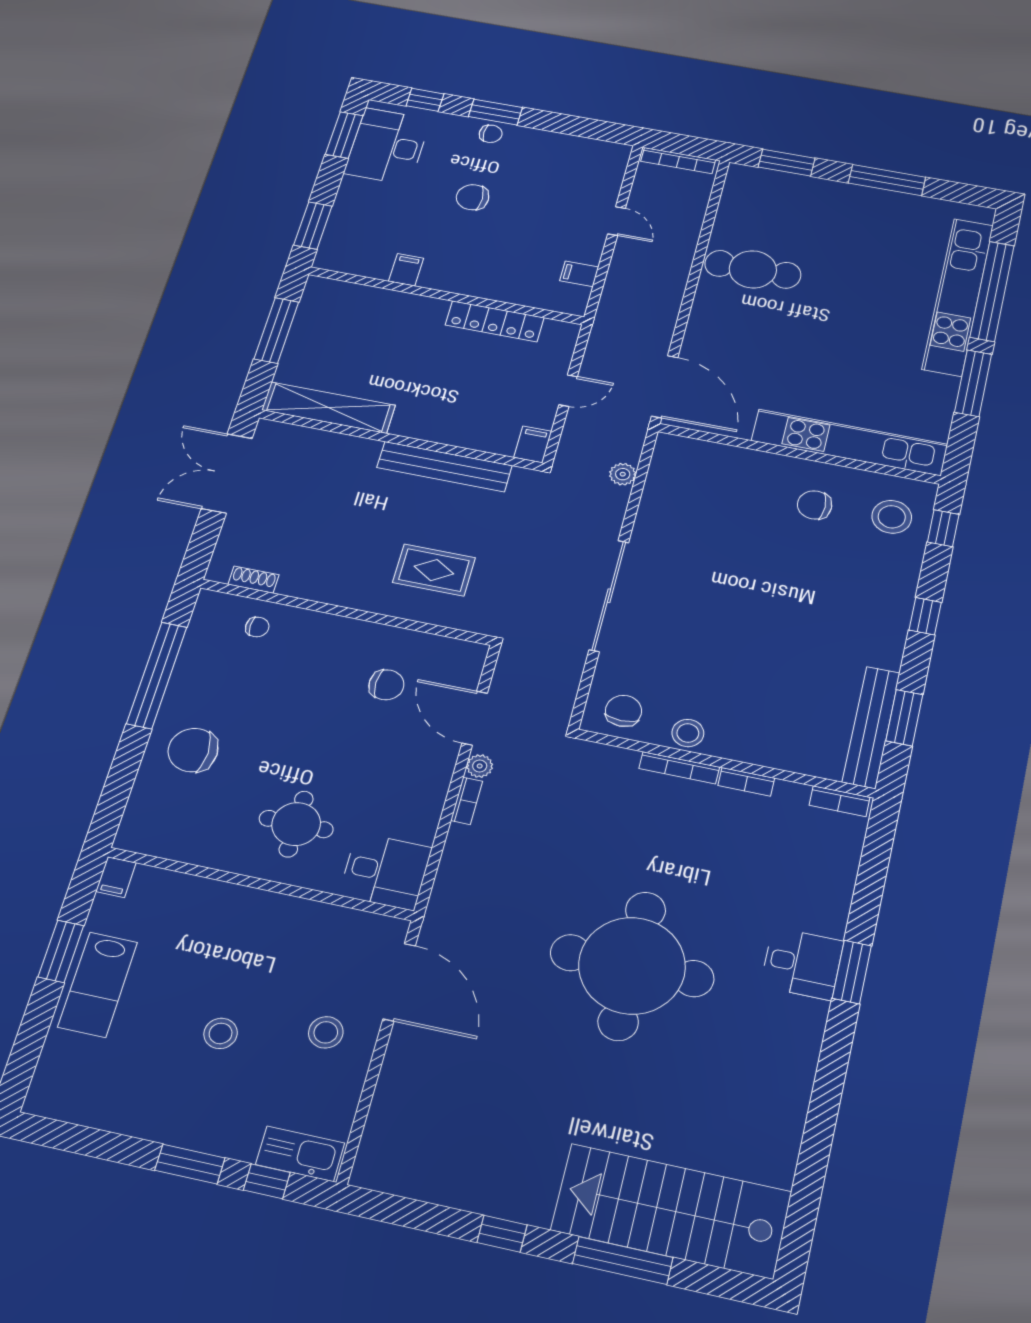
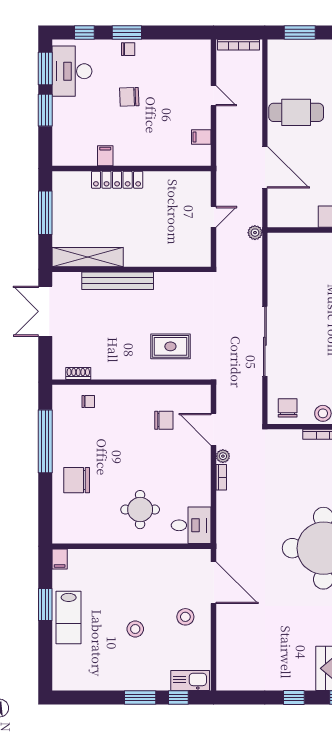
window: (313, 226) -> (45, 110), moved
locker: (495, 321) -> (117, 180), moved
door: (665, 387) -> (265, 167), moved
filing cabinet: (533, 444) -> (203, 256), removed
bench: (444, 467) -> (118, 281), moved
plant: (623, 474) -> (255, 233), moved

